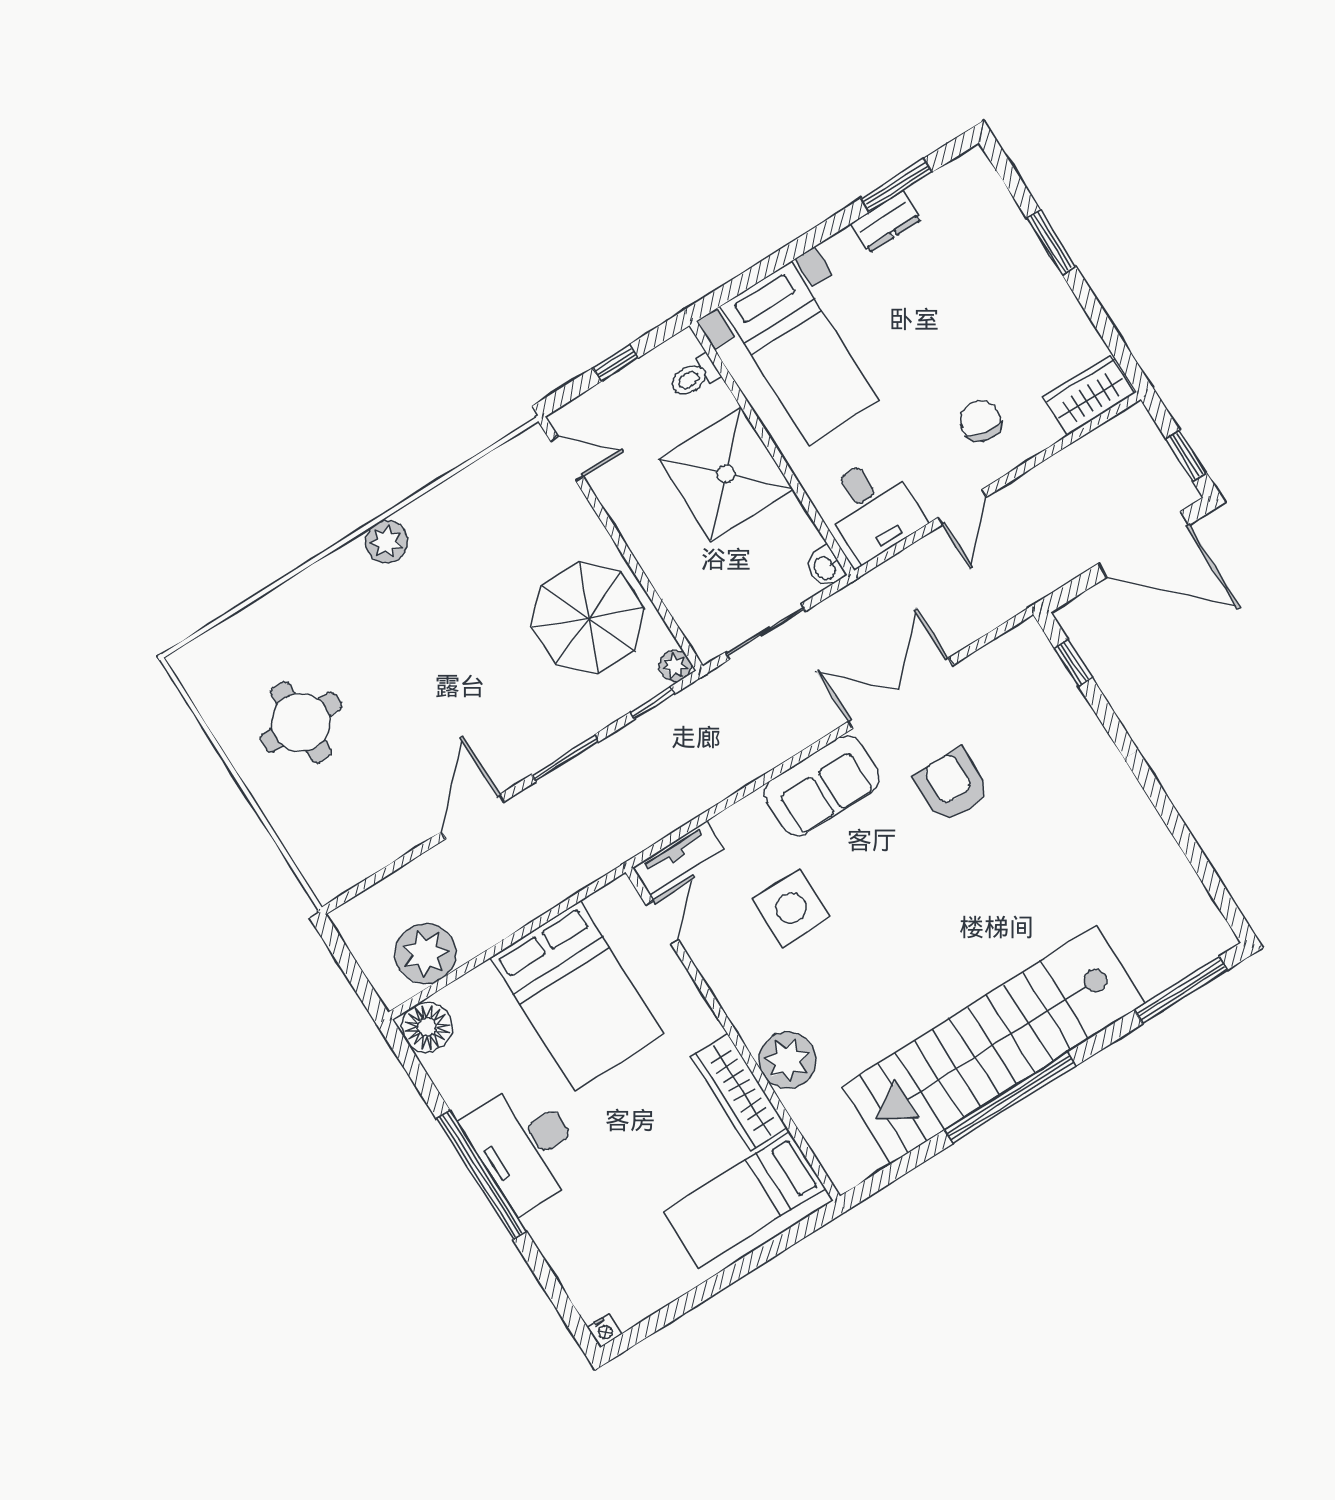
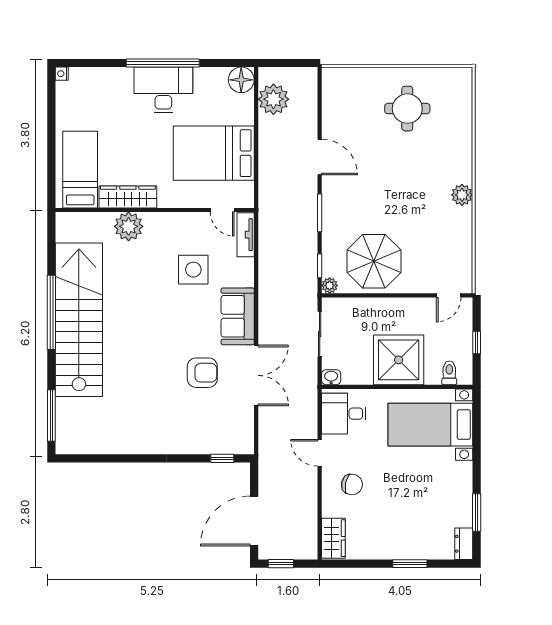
dresser: (886, 222) -> (464, 544), moved

